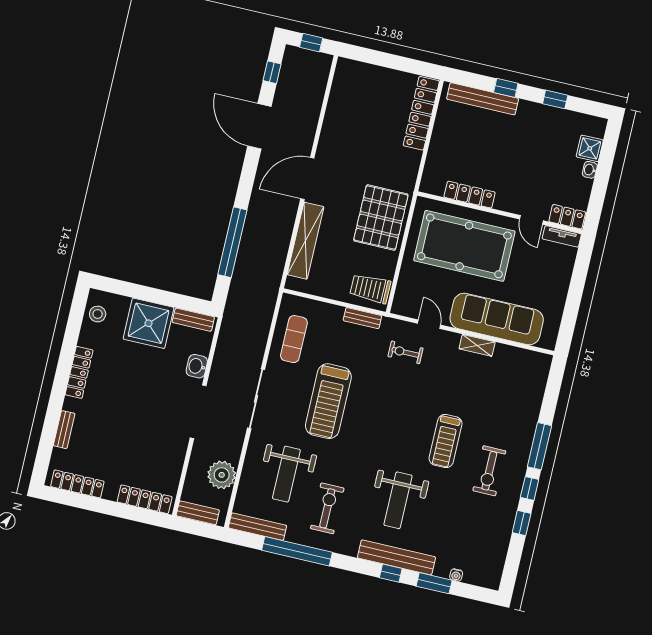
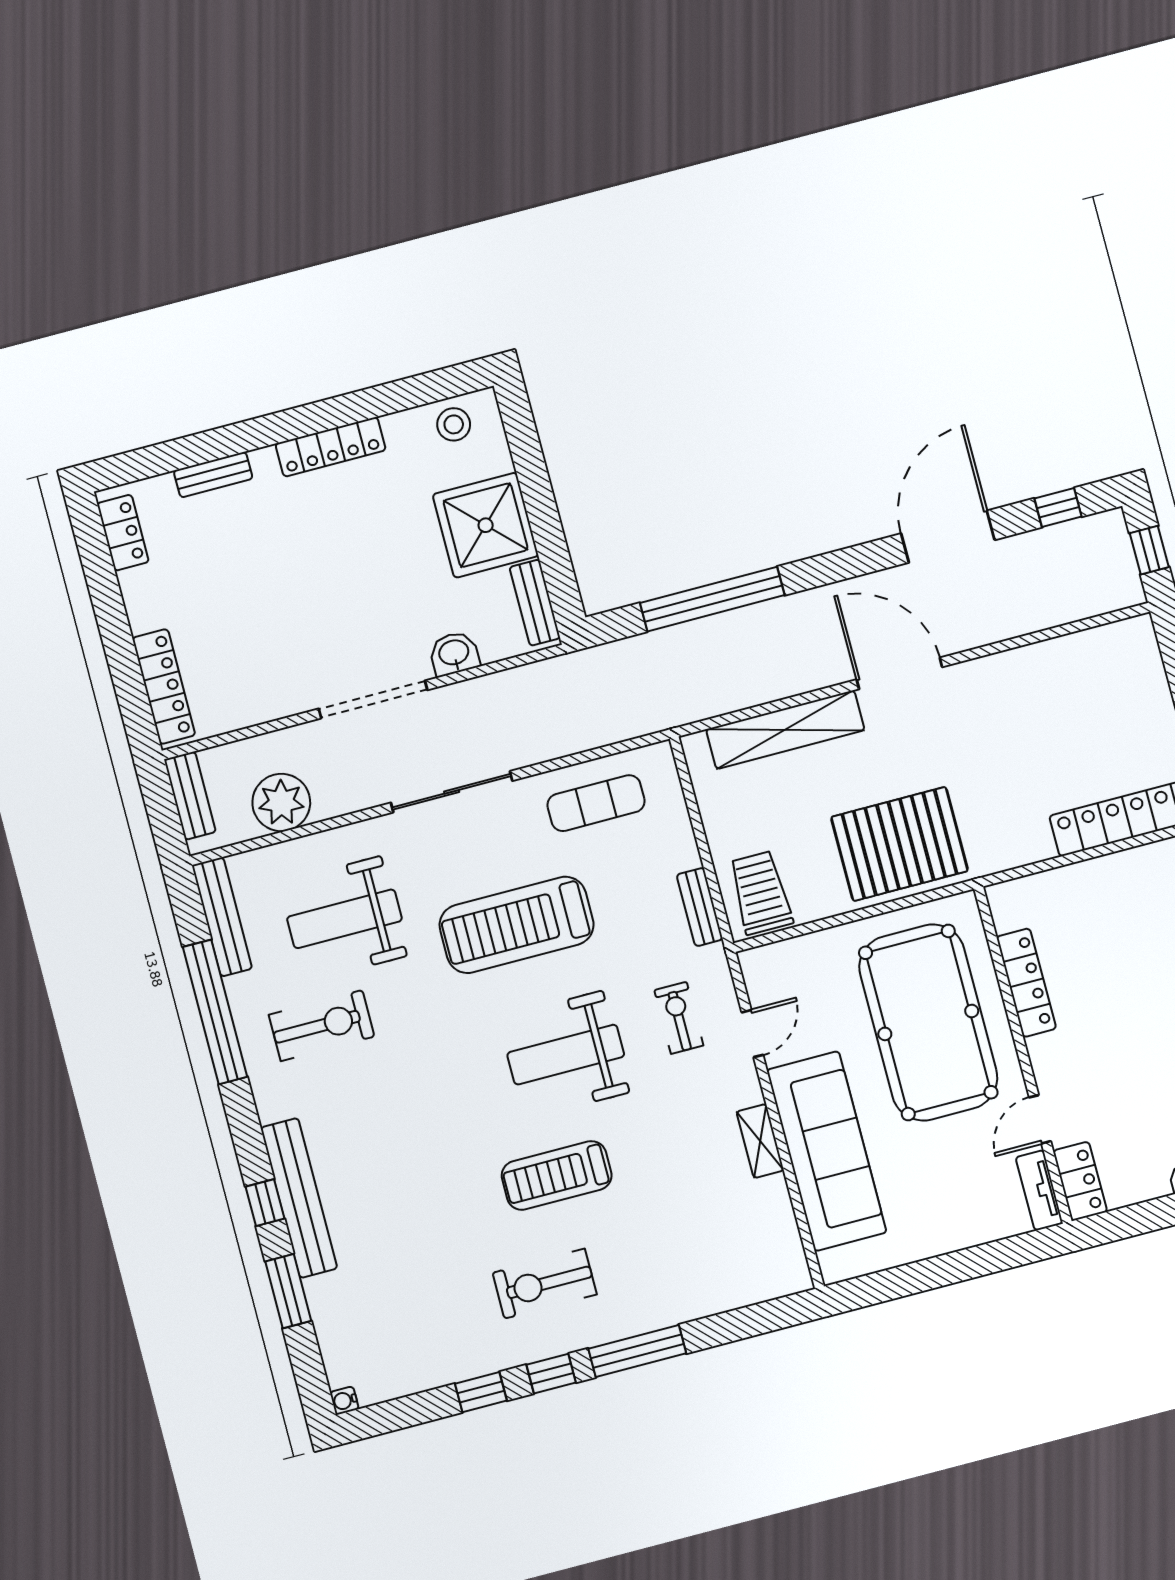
locker: (77, 484) -> (123, 533), width x0.66
weight bench: (398, 500) -> (566, 1055), moved
water cooler: (456, 575) -> (344, 1401), moved

